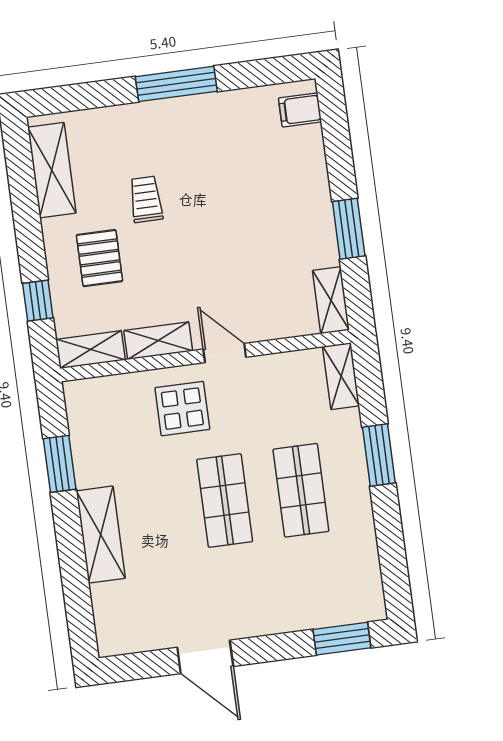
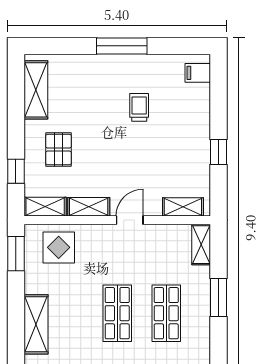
trolley: (146, 199) -> (139, 107), moved
window: (349, 229) -> (218, 152), width x0.67
shelving: (331, 300) -> (183, 207), moved, turned 90
door: (225, 353) -> (130, 220), hinge flipped
display table: (182, 409) -> (59, 247), moved
window: (60, 464) -> (16, 254), moved

